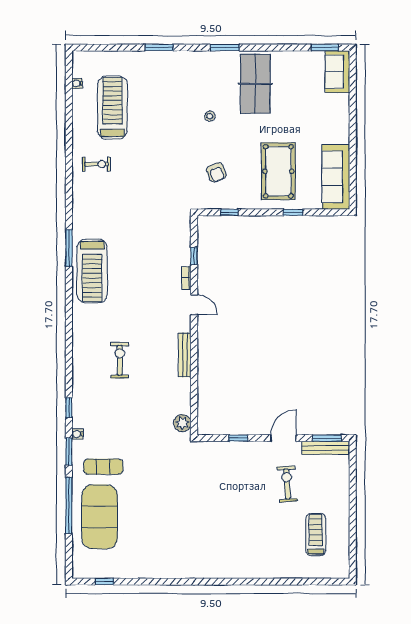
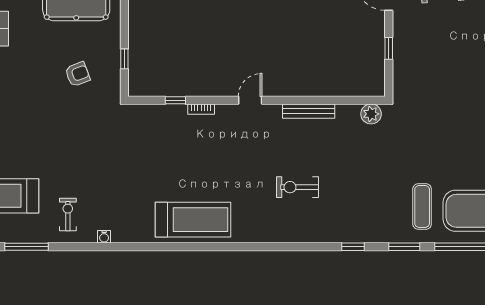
stool: (210, 116) -> (12, 82), removed
window: (69, 248) -> (26, 247), moved
door: (194, 305) -> (250, 100), moved
bench: (185, 355) -> (309, 111), moved
water cooler: (77, 434) -> (104, 237), moved

